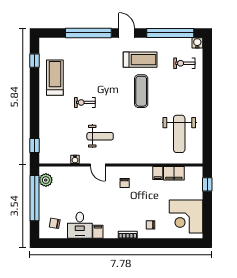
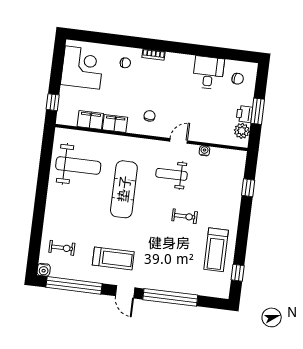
treadmill: (140, 60) -> (113, 258), turned 180
exercise mat: (141, 91) -> (124, 189), moved, width x1.36, depth x1.45
weight bench: (179, 134) -> (78, 166), turned 90
window: (35, 146) -> (248, 188), moved
door: (98, 165) -> (179, 141), hinge flipped
filing cabinet: (158, 173) -> (115, 123), width x2.00
printer: (45, 194) -> (244, 114), added
window: (35, 198) -> (258, 111), width x0.47
filing cabinet: (98, 232) -> (188, 62), removed

